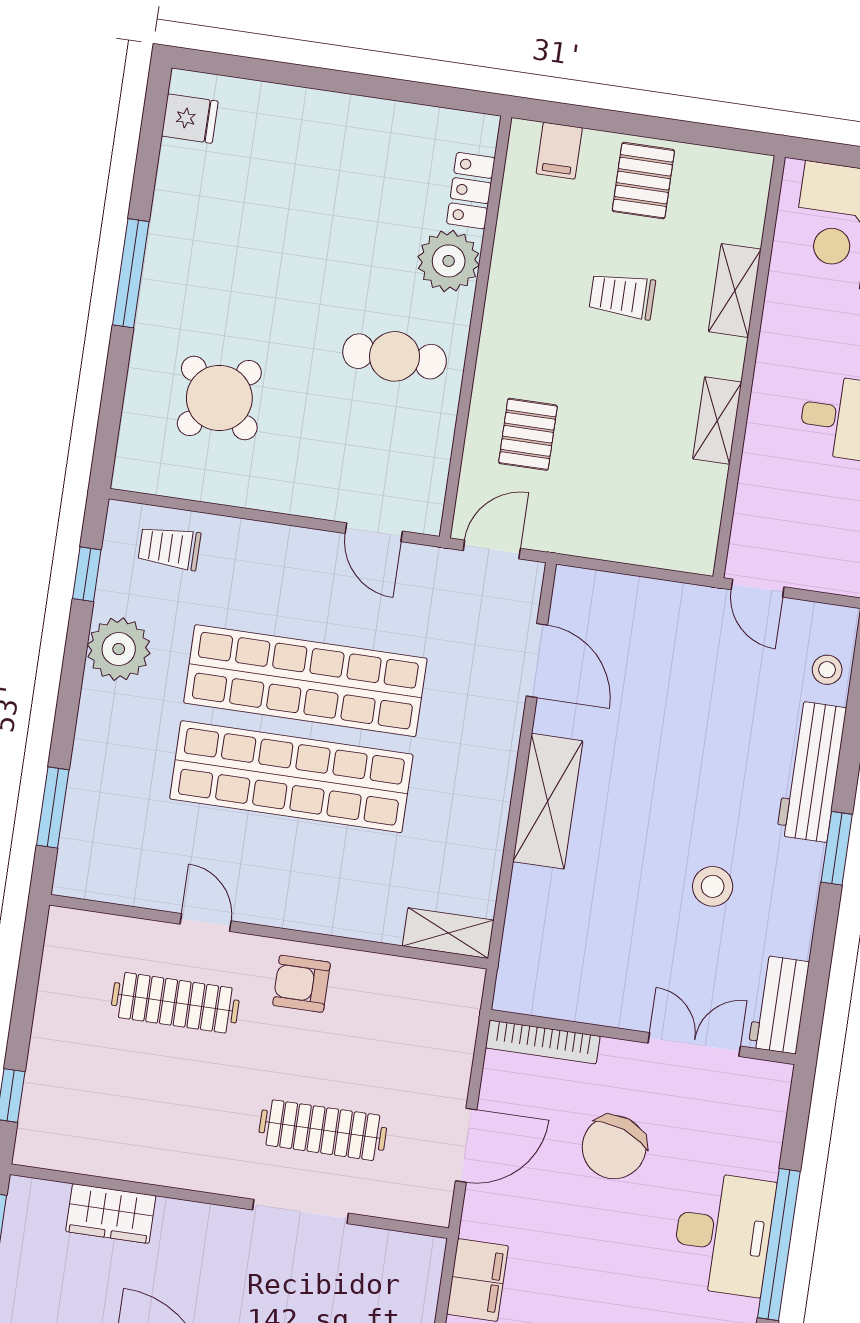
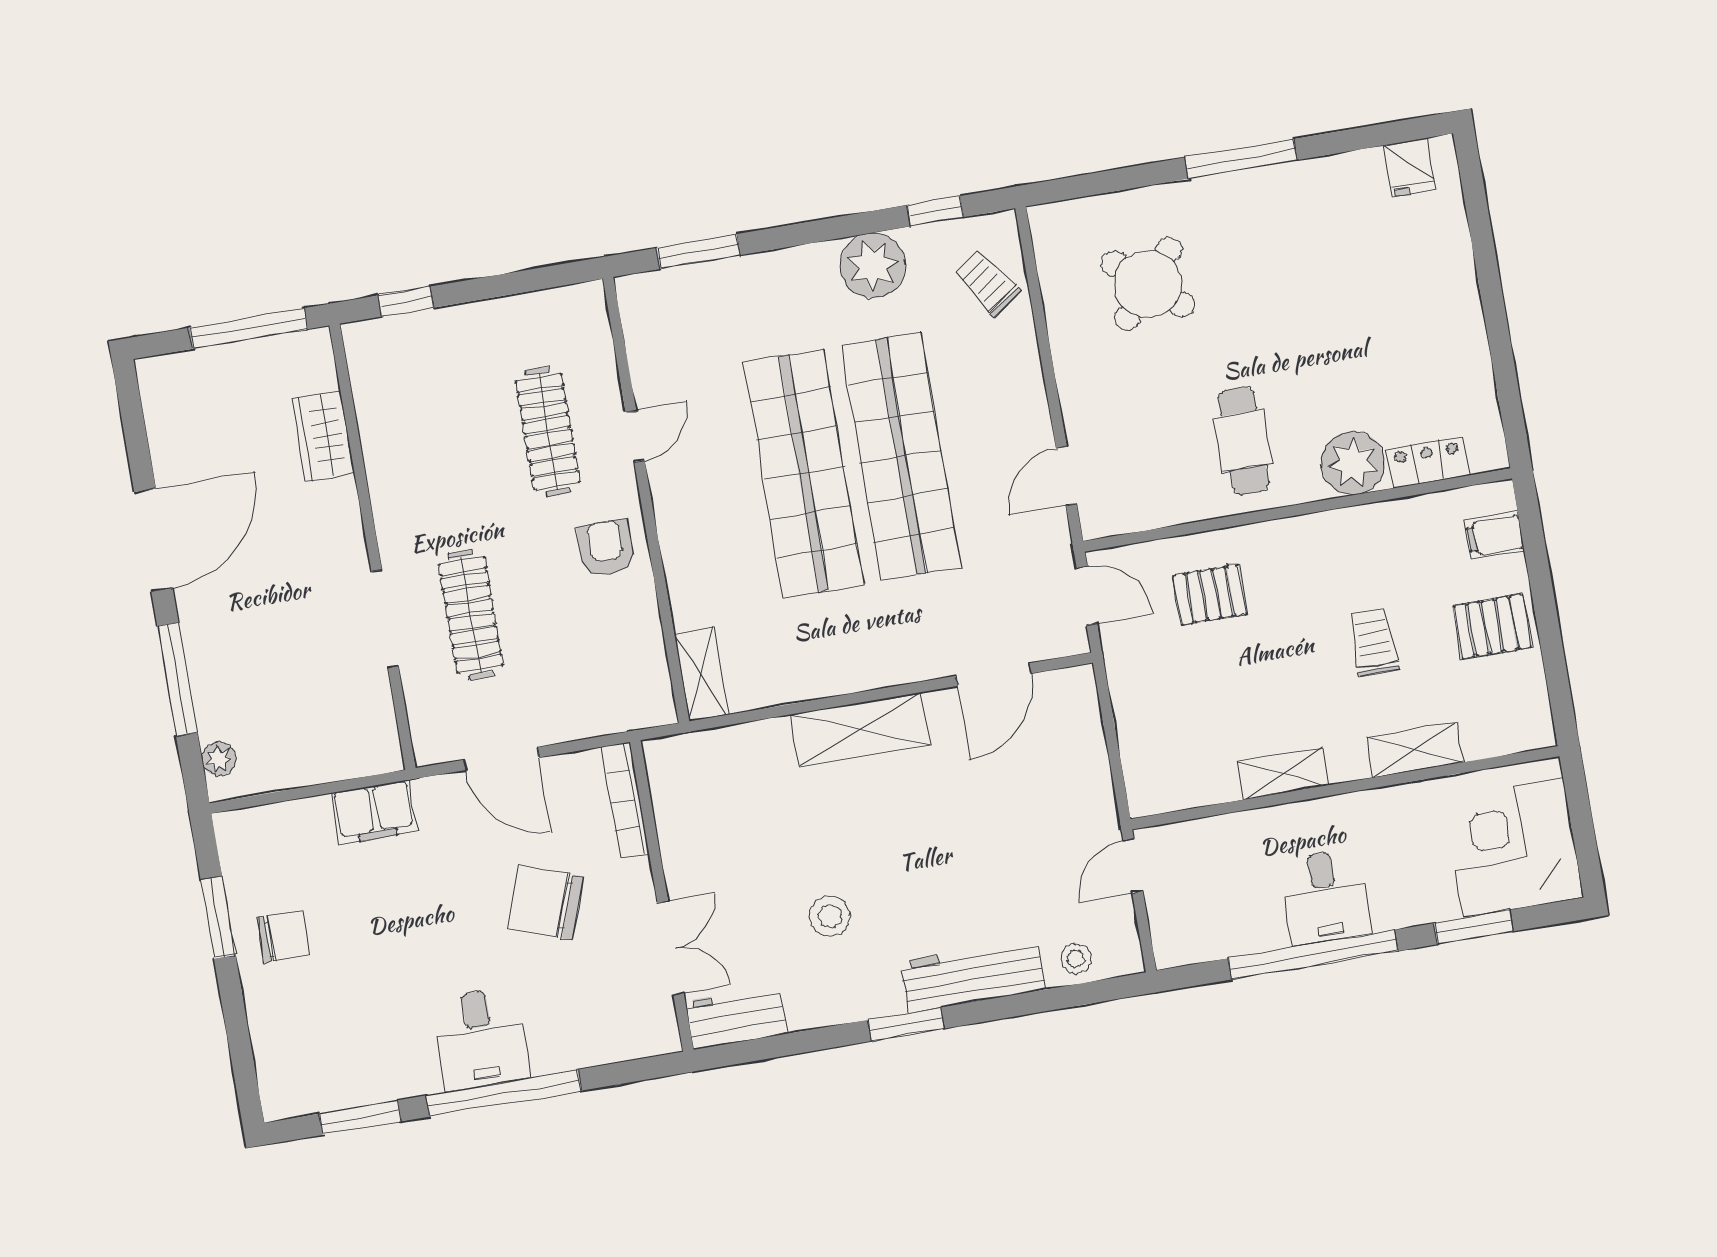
trolley: (169, 548) -> (987, 283), turned -35
desk: (723, 1234) -> (480, 1039), width x0.73

